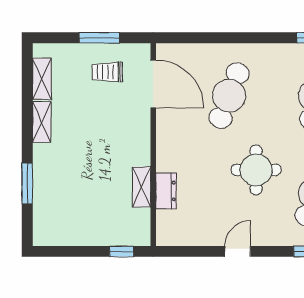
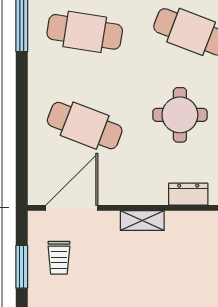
round table: (256, 170) -> (180, 115), moved
shelving: (142, 187) -> (142, 221), moved

